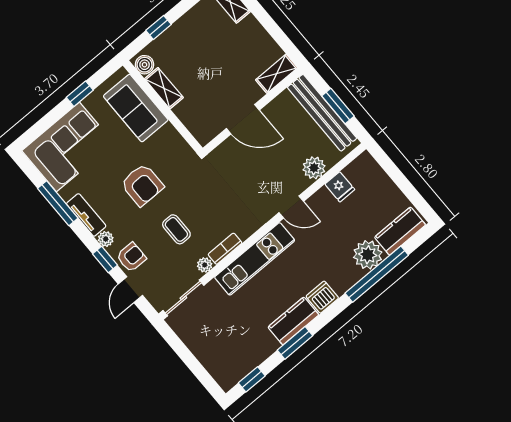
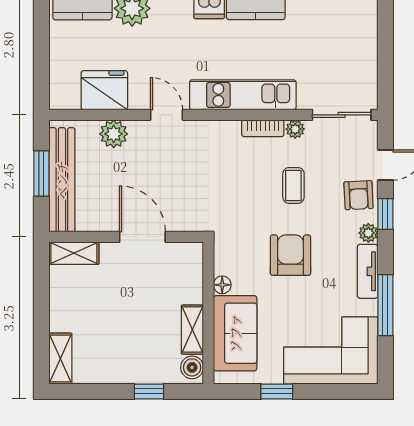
floor lamp: (169, 131) -> (222, 285), added
fridge: (340, 187) -> (104, 90), width x1.88, depth x1.34
armchair: (131, 257) -> (359, 195), turned -93

